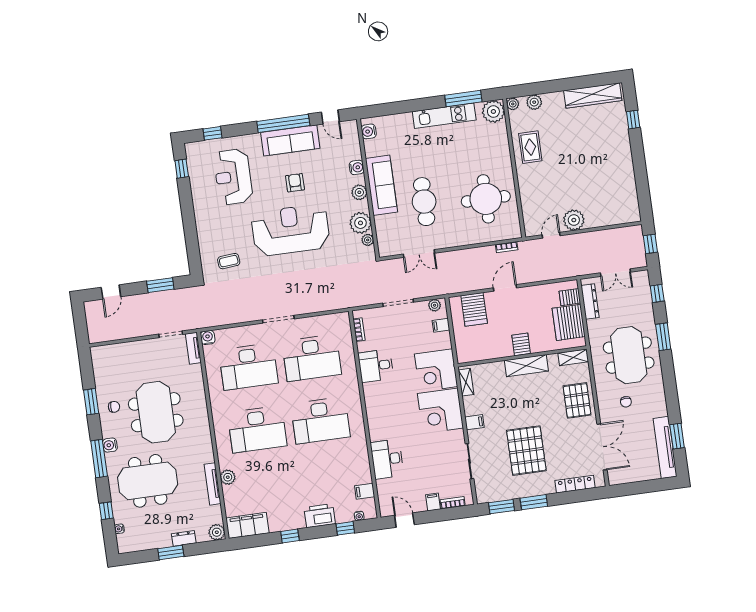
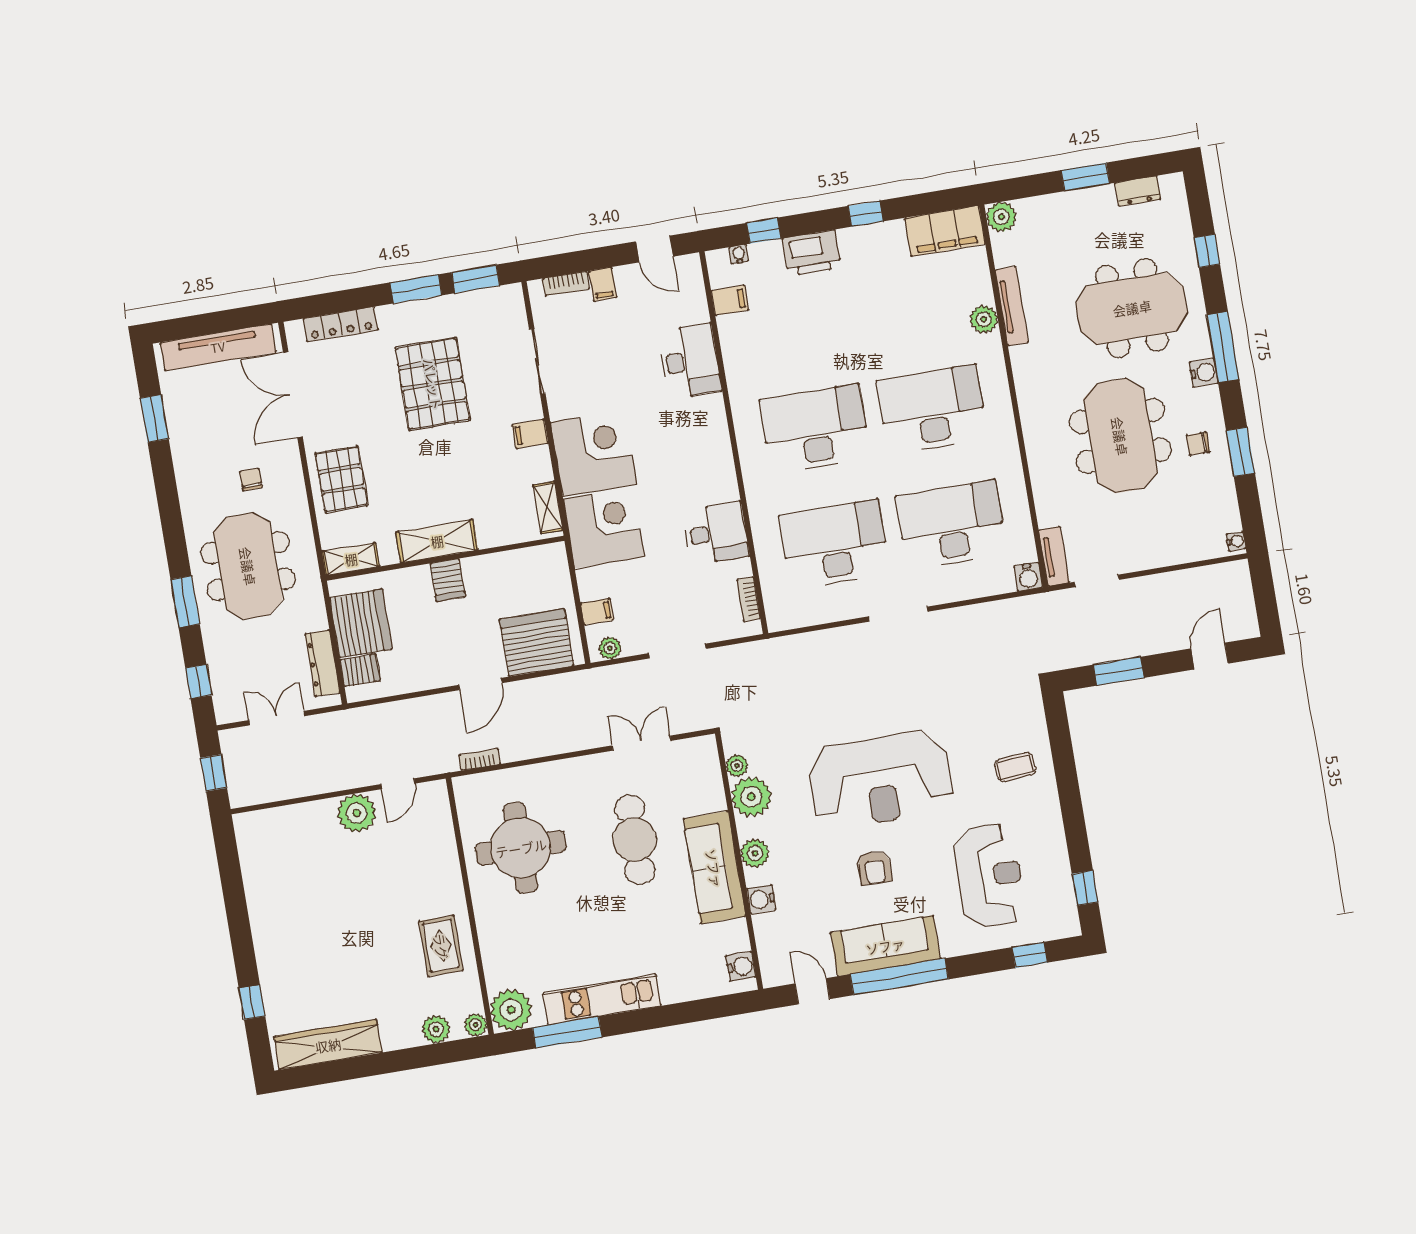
coffee table: (229, 261) -> (1015, 767), moved
server rack: (474, 309) -> (537, 643), width x1.60
tv unit: (665, 447) -> (218, 347), moved, turned 90
water cooler: (119, 529) -> (1236, 541), moved
dresser: (184, 538) -> (1138, 191), moved

